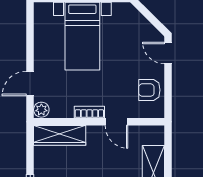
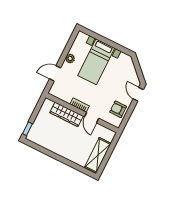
plant: (41, 110) -> (70, 58), moved
wardrobe: (60, 135) -> (66, 114), moved

